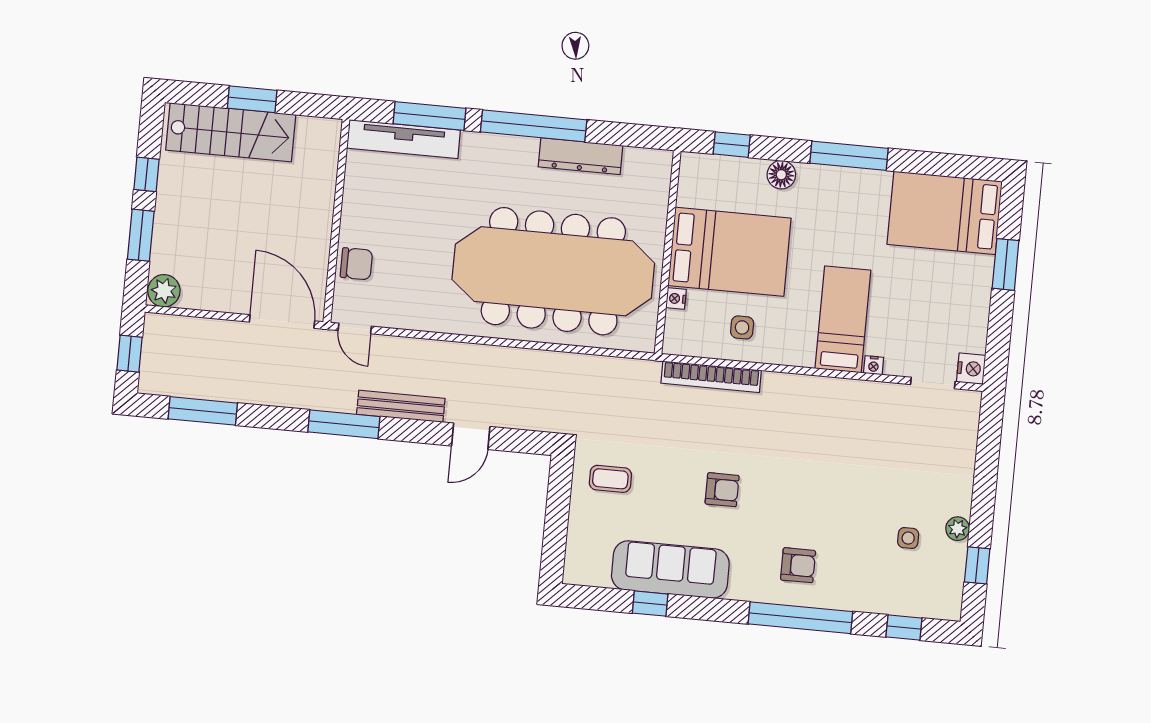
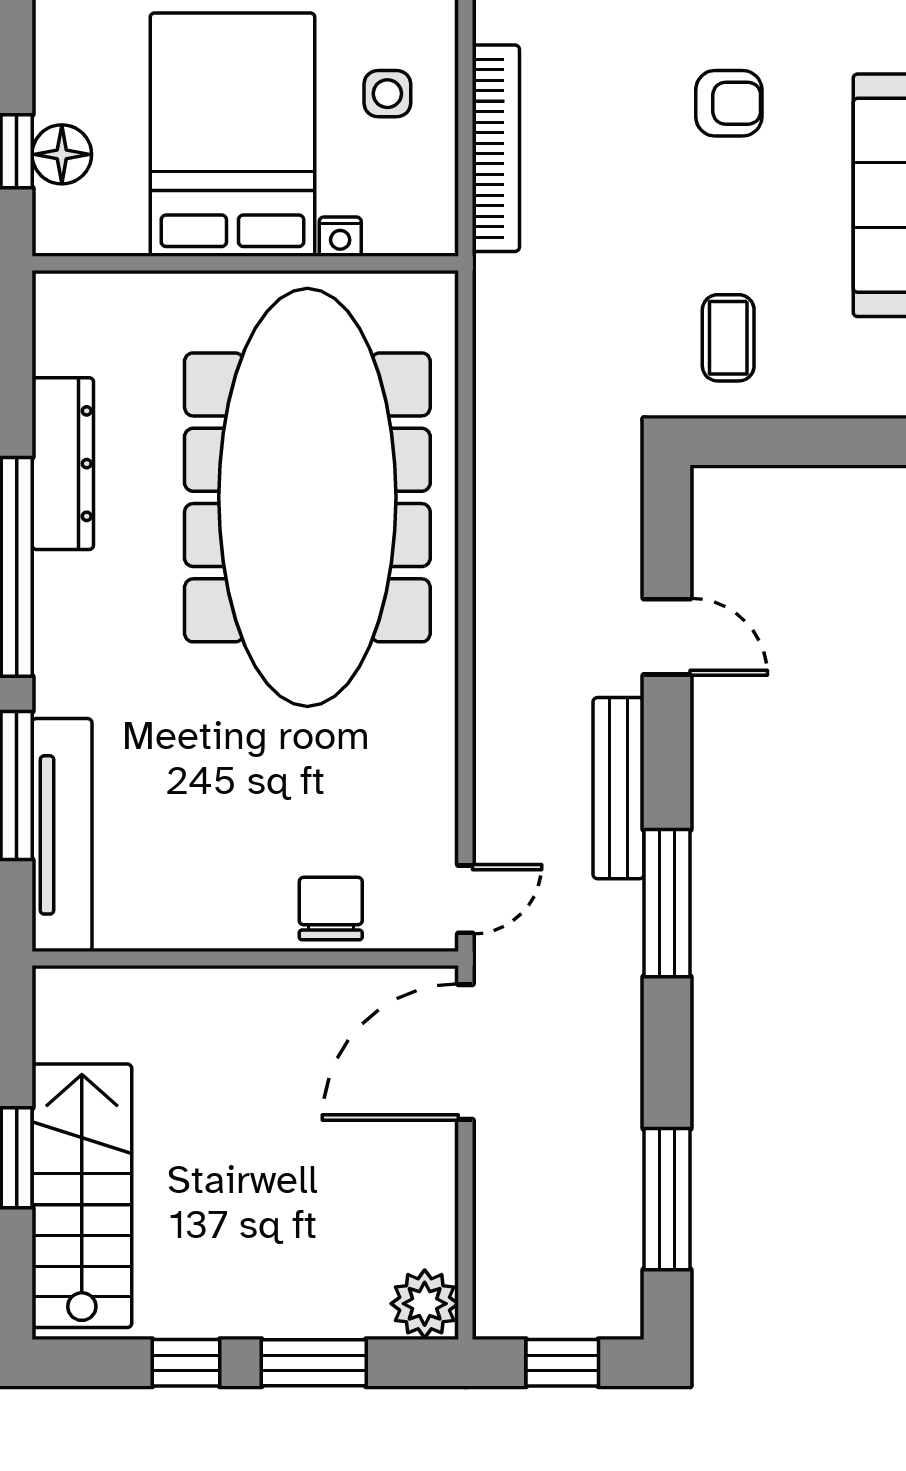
floor lamp: (781, 175) -> (62, 154), moved
armchair: (722, 490) -> (729, 103), turned 90

